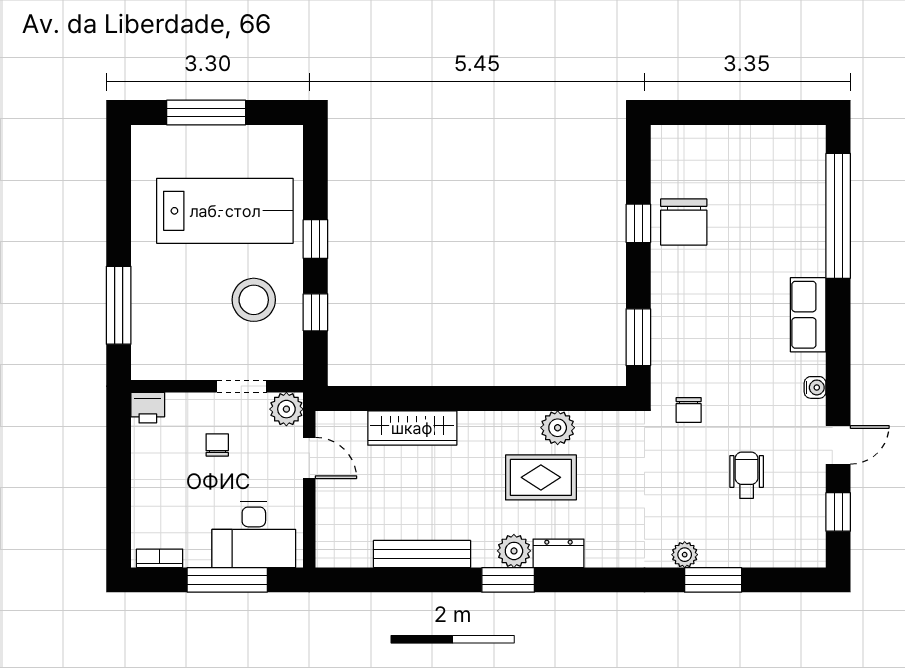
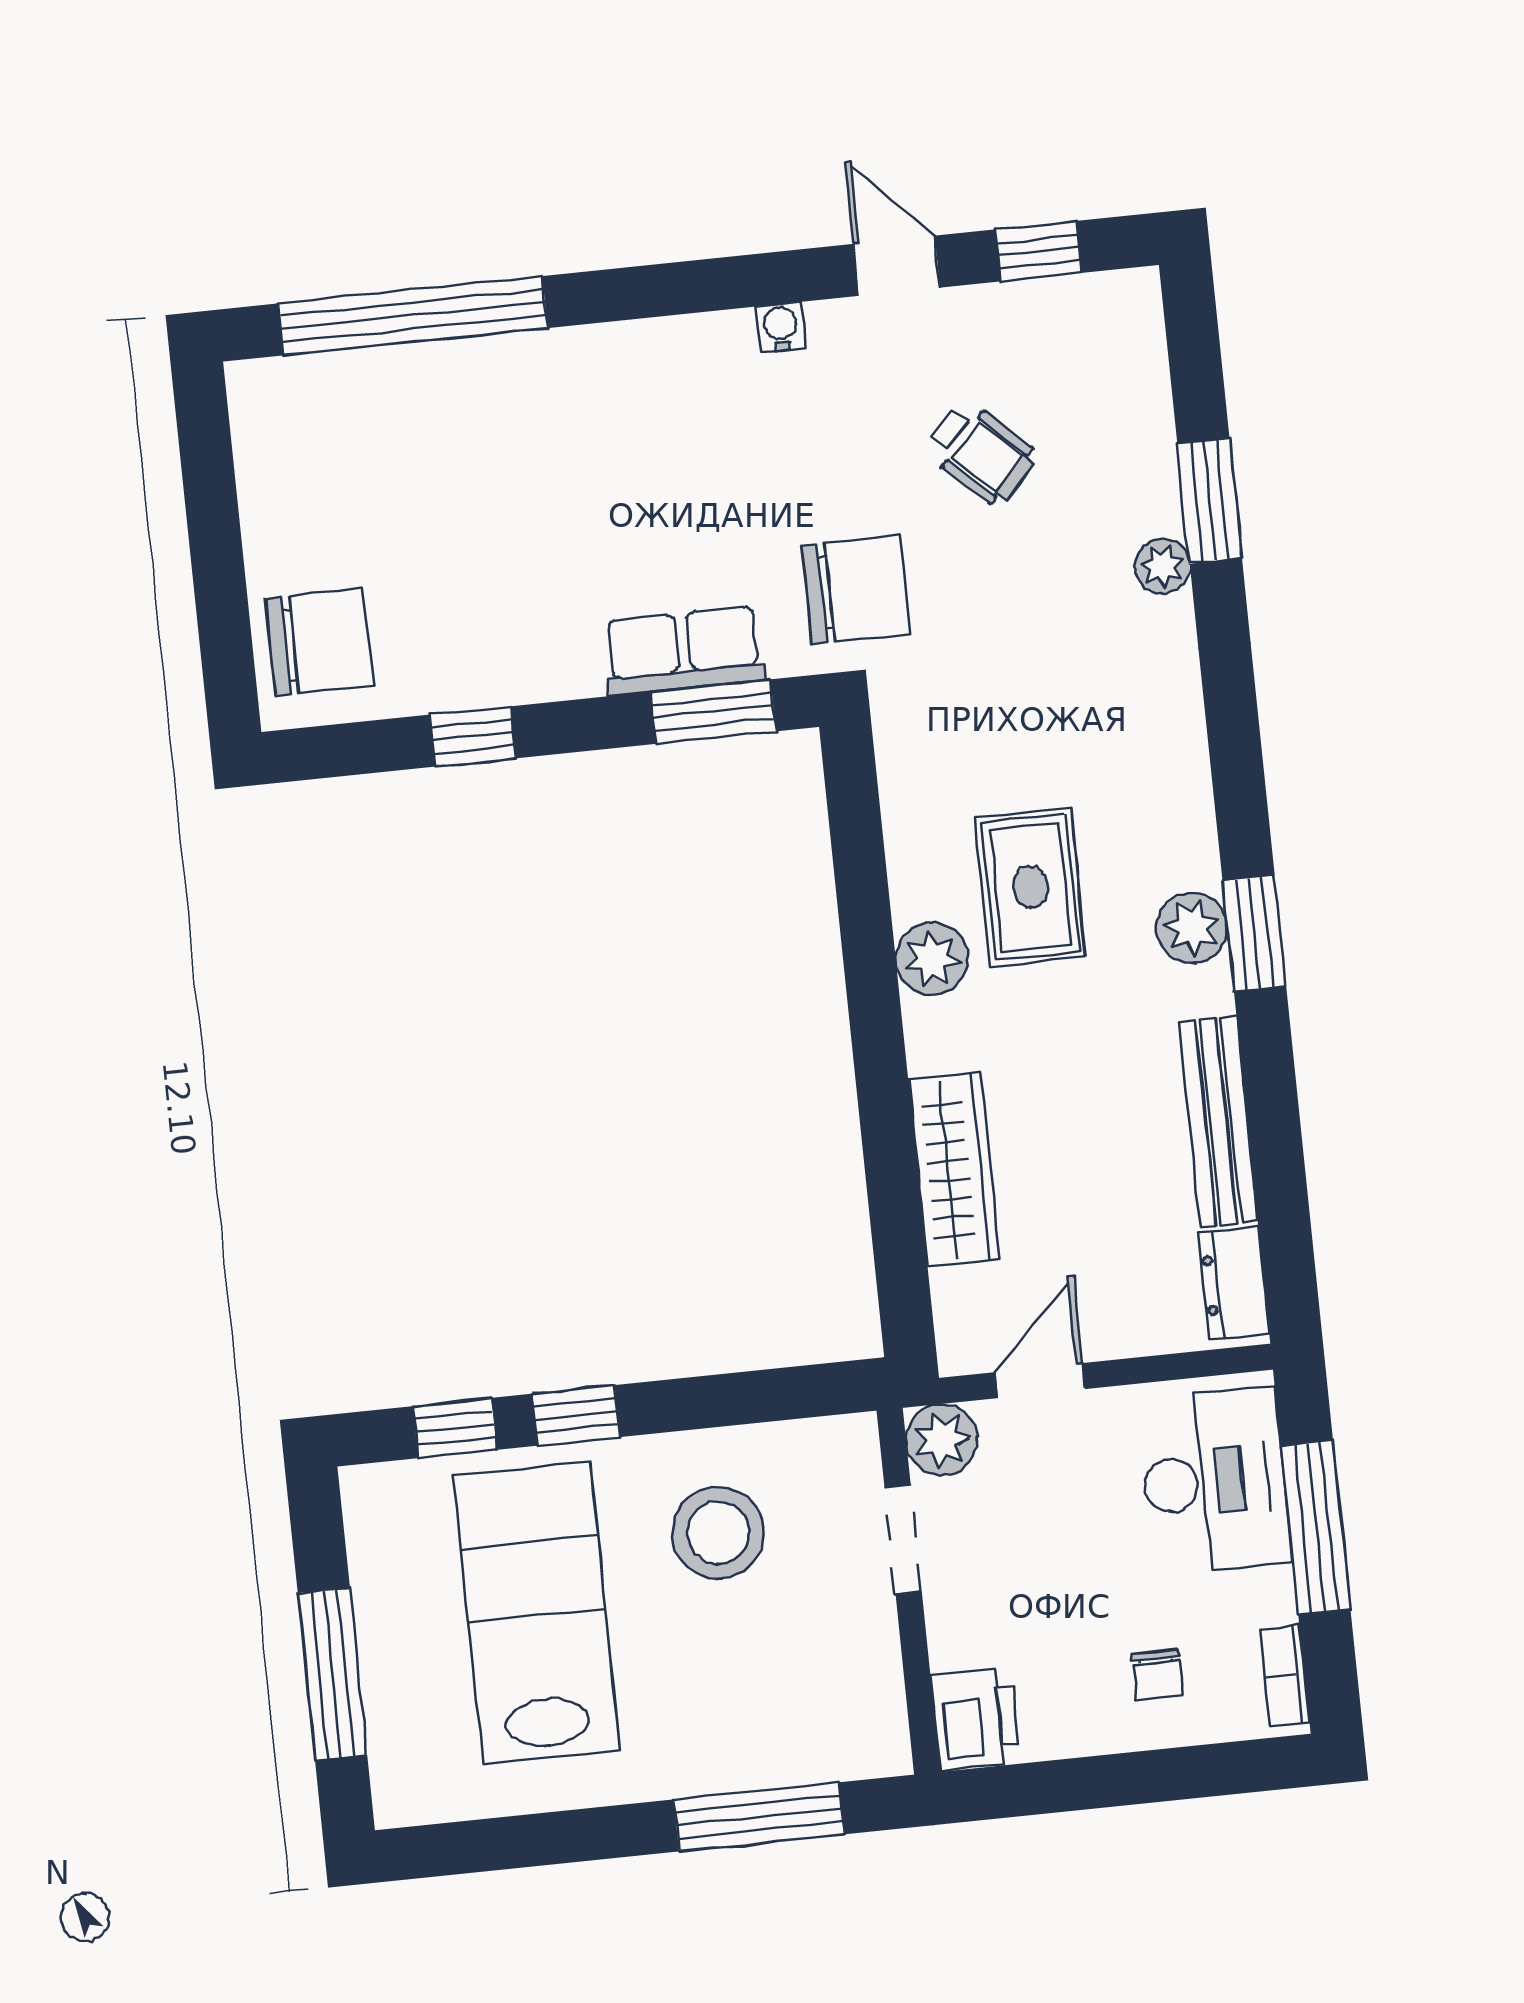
chair: (684, 222) -> (319, 642), moved
window: (315, 312) -> (455, 1428), moved
row of seats: (808, 315) -> (684, 651), moved, turned 180
printer: (148, 408) -> (975, 1719), width x1.36, depth x1.24
chair: (689, 410) -> (856, 589), width x1.87, depth x1.87
plant: (558, 428) -> (932, 959), moved
chair: (217, 445) -> (1157, 1675), moved, turned -90
wheelchair: (747, 475) -> (981, 453), turned -137
dresser: (559, 553) -> (1234, 1283), moved

